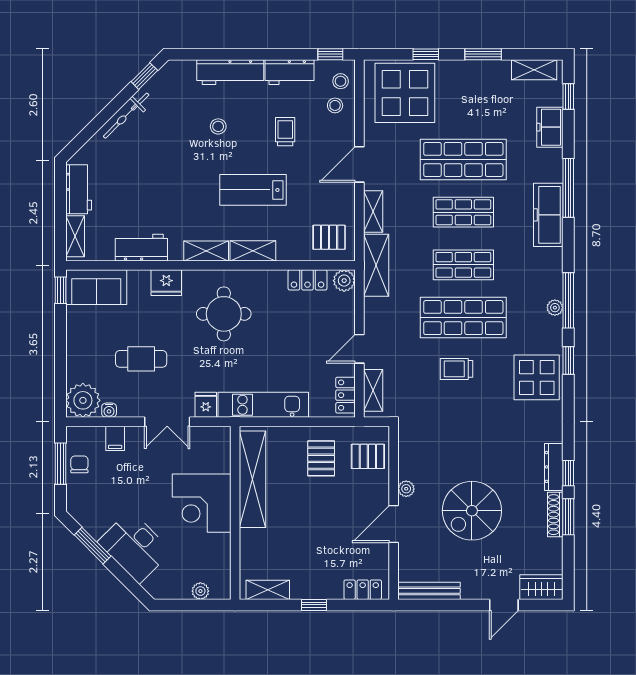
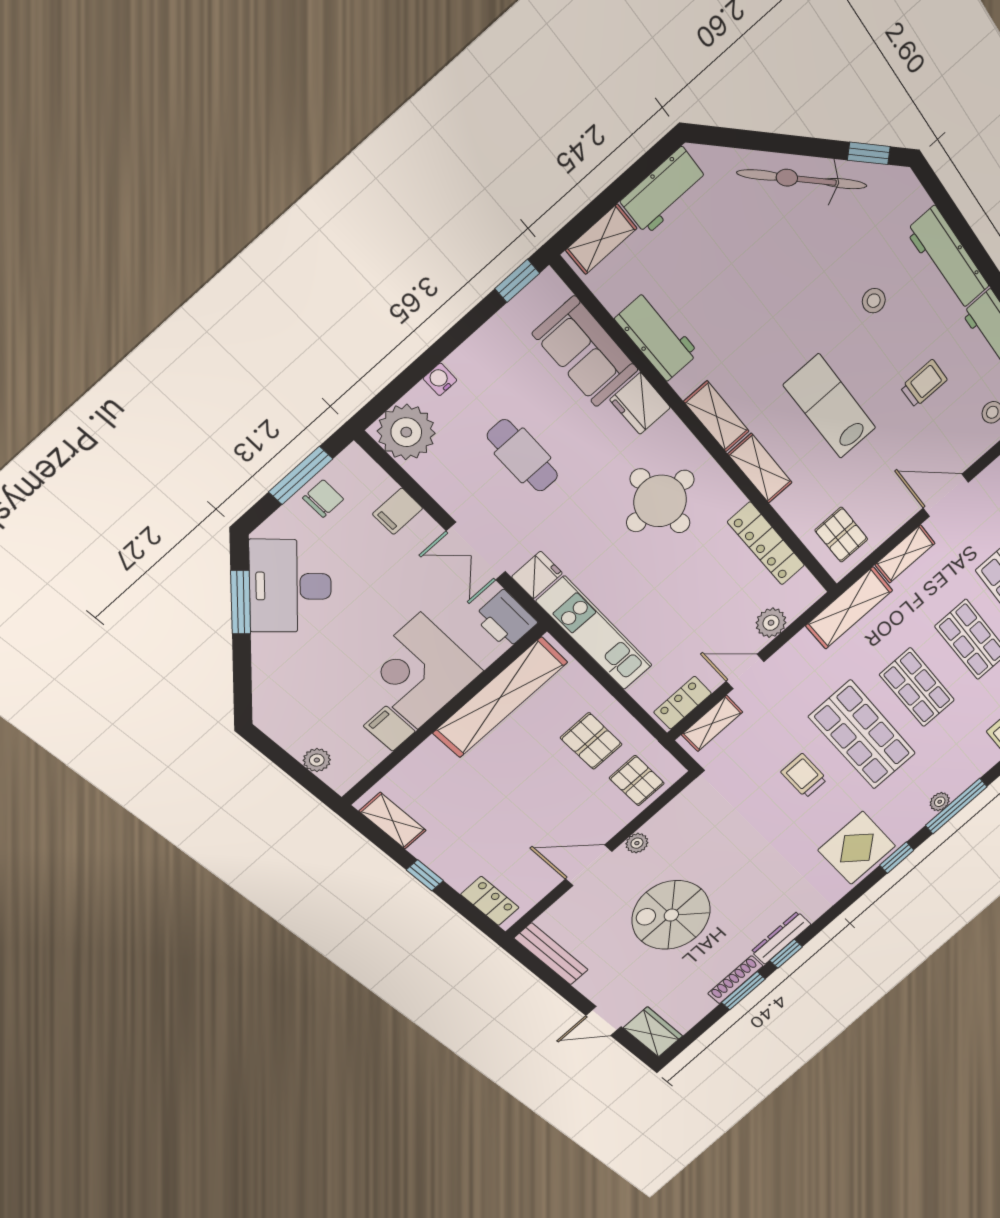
bicycle: (126, 116) -> (803, 179), width x1.37, depth x1.40
locker: (308, 280) -> (766, 544), width x1.53
plant: (344, 281) -> (771, 623), moved
sofa: (96, 287) -> (586, 352), moved
water cooler: (109, 410) -> (440, 379), moved, turned 90
printer: (214, 440) -> (505, 620), added
pallet: (321, 458) -> (591, 741), turned 90
filing cabinet: (217, 544) -> (389, 729), added
desk: (135, 547) -> (291, 586), moved

